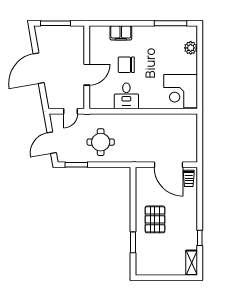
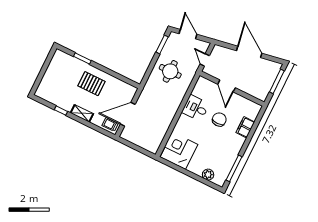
shelving: (192, 263) -> (82, 113), moved

